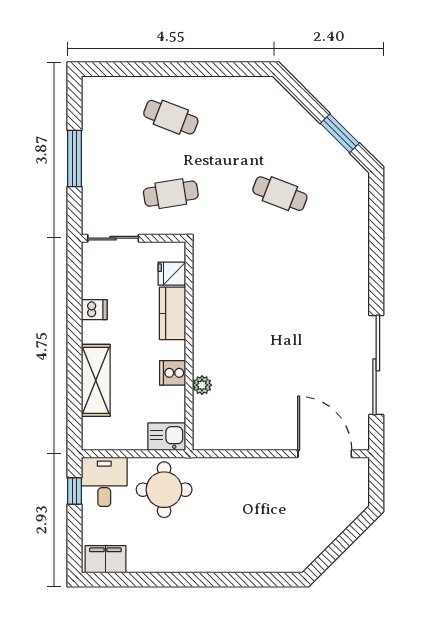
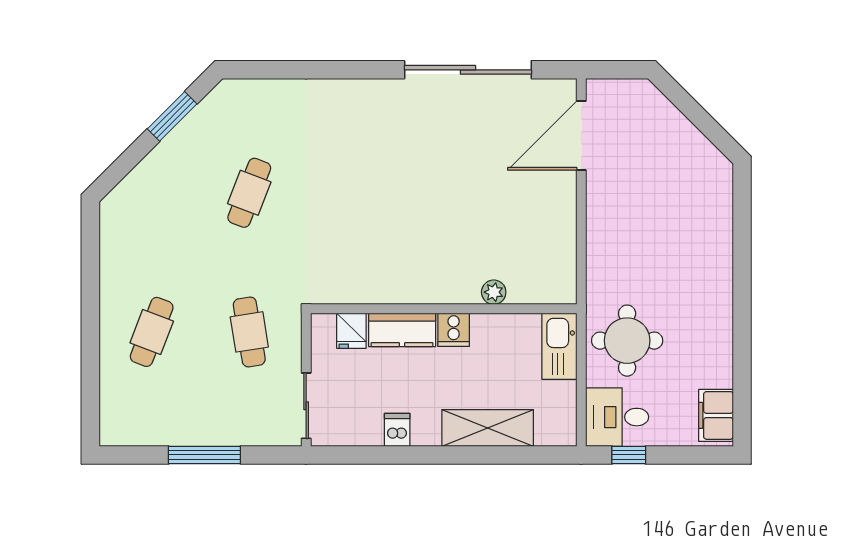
cooker: (173, 373) -> (454, 330), moved
kitchen sink: (167, 437) -> (559, 346), width x1.38

